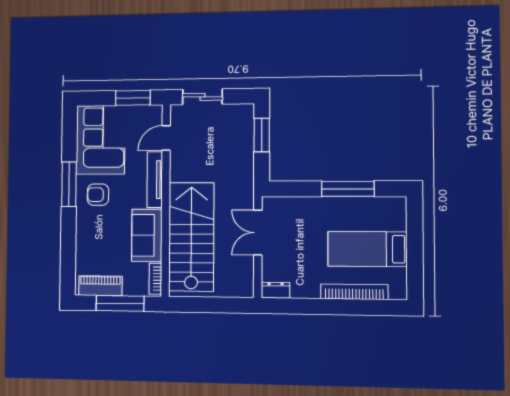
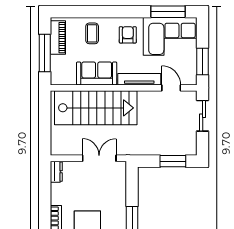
window: (69, 184) -> (168, 12), moved
coffee table: (96, 241) -> (92, 33), added
bookcase: (155, 279) -> (64, 80), removed

